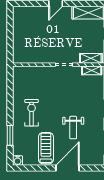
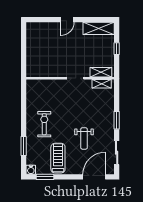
window: (32, 168) -> (45, 177), added
door: (68, 168) -> (94, 177), moved

